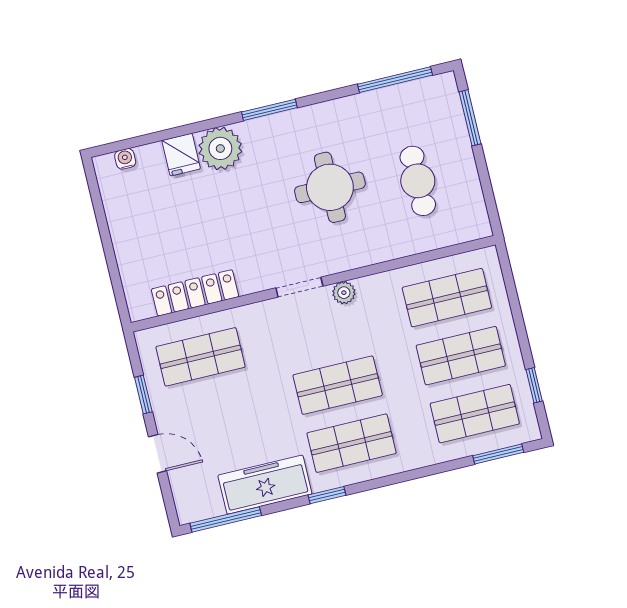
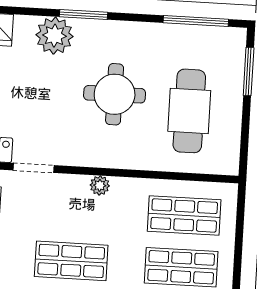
plant: (220, 148) -> (54, 36), moved
cafe table: (418, 181) -> (189, 111), width x1.37, depth x1.35
doorway: (299, 287) -> (33, 168), moved

